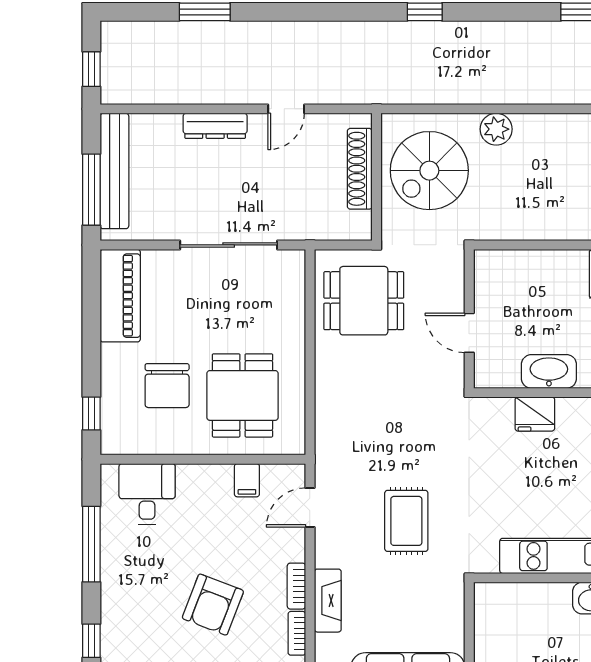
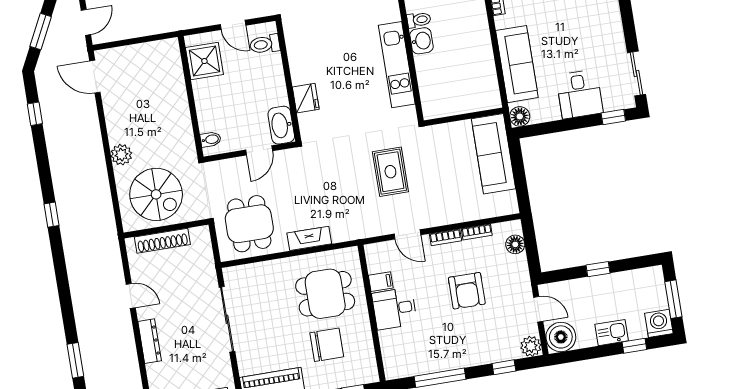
bidet: (497, 264) -> (211, 139), added
washbasin: (549, 371) -> (281, 125), moved
desk: (147, 494) -> (394, 309), moved
door: (310, 508) -> (407, 234), moved
rug: (406, 521) -> (390, 172), turned 90
fireplace: (328, 601) -> (309, 238), moved
armchair: (213, 605) -> (467, 291), turned 69

